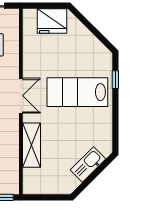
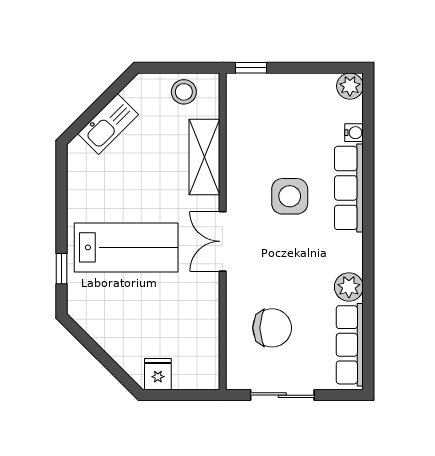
fridge: (52, 21) -> (158, 374), width x0.53, depth x0.75
stool: (44, 183) -> (184, 92), added

